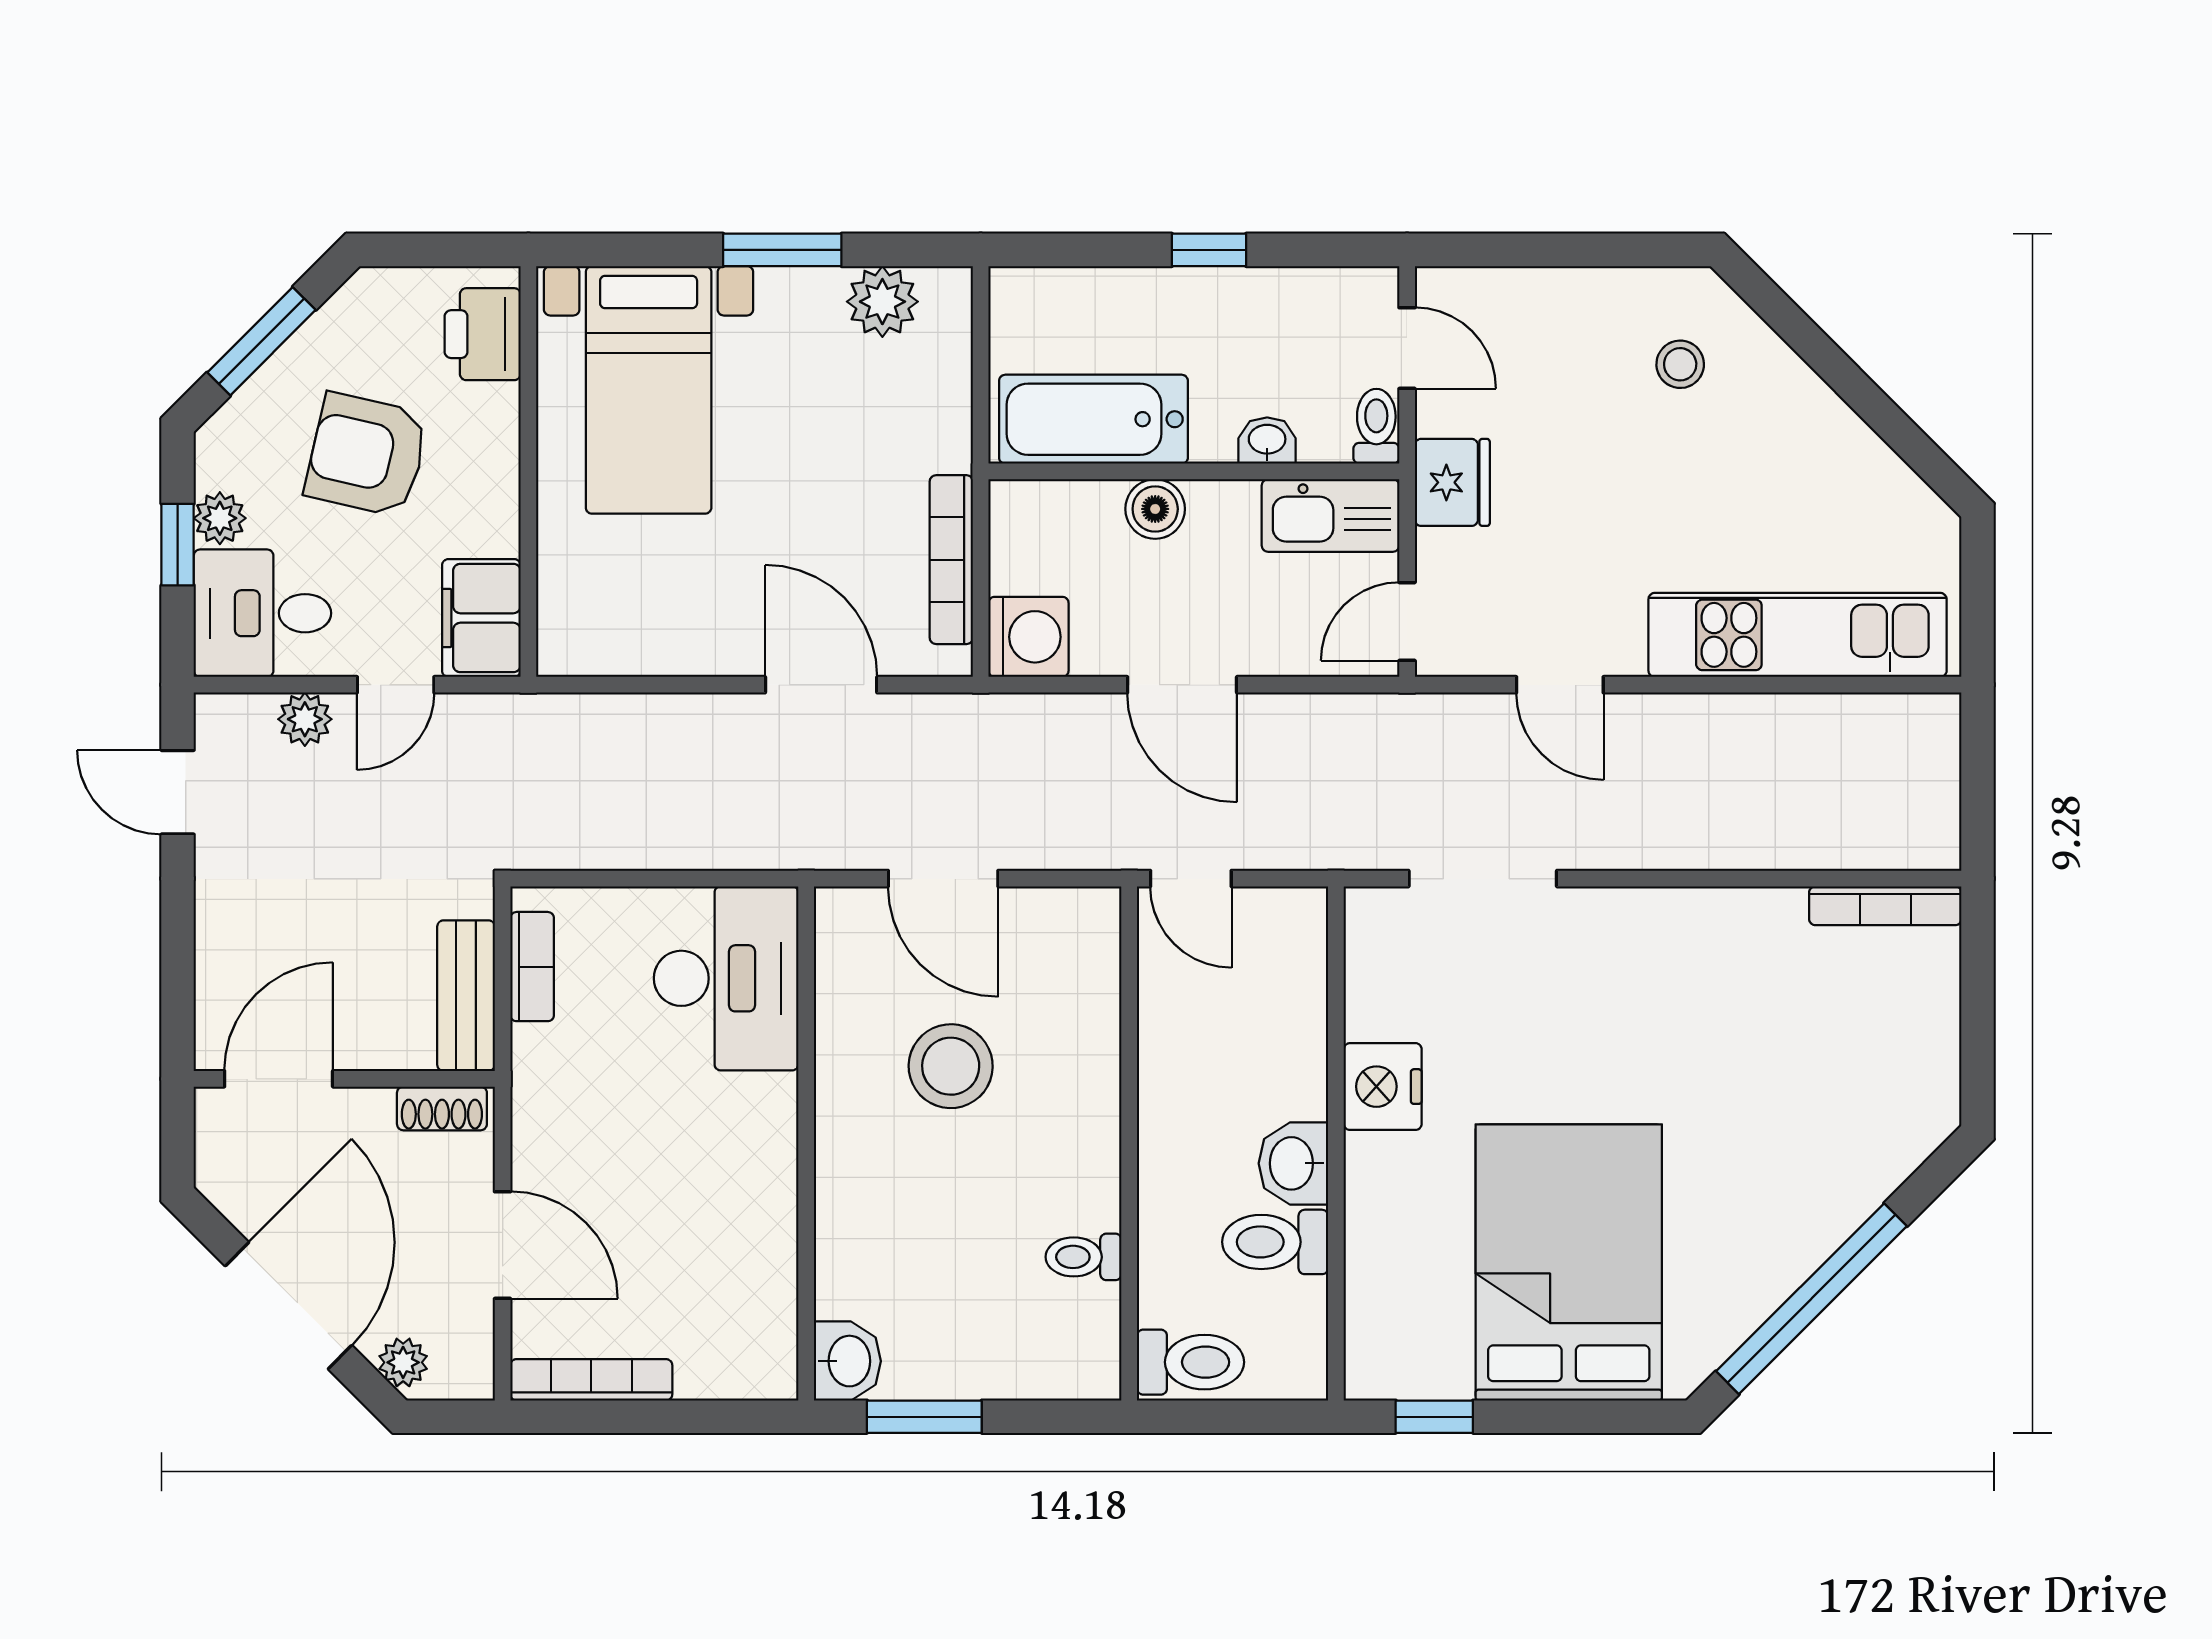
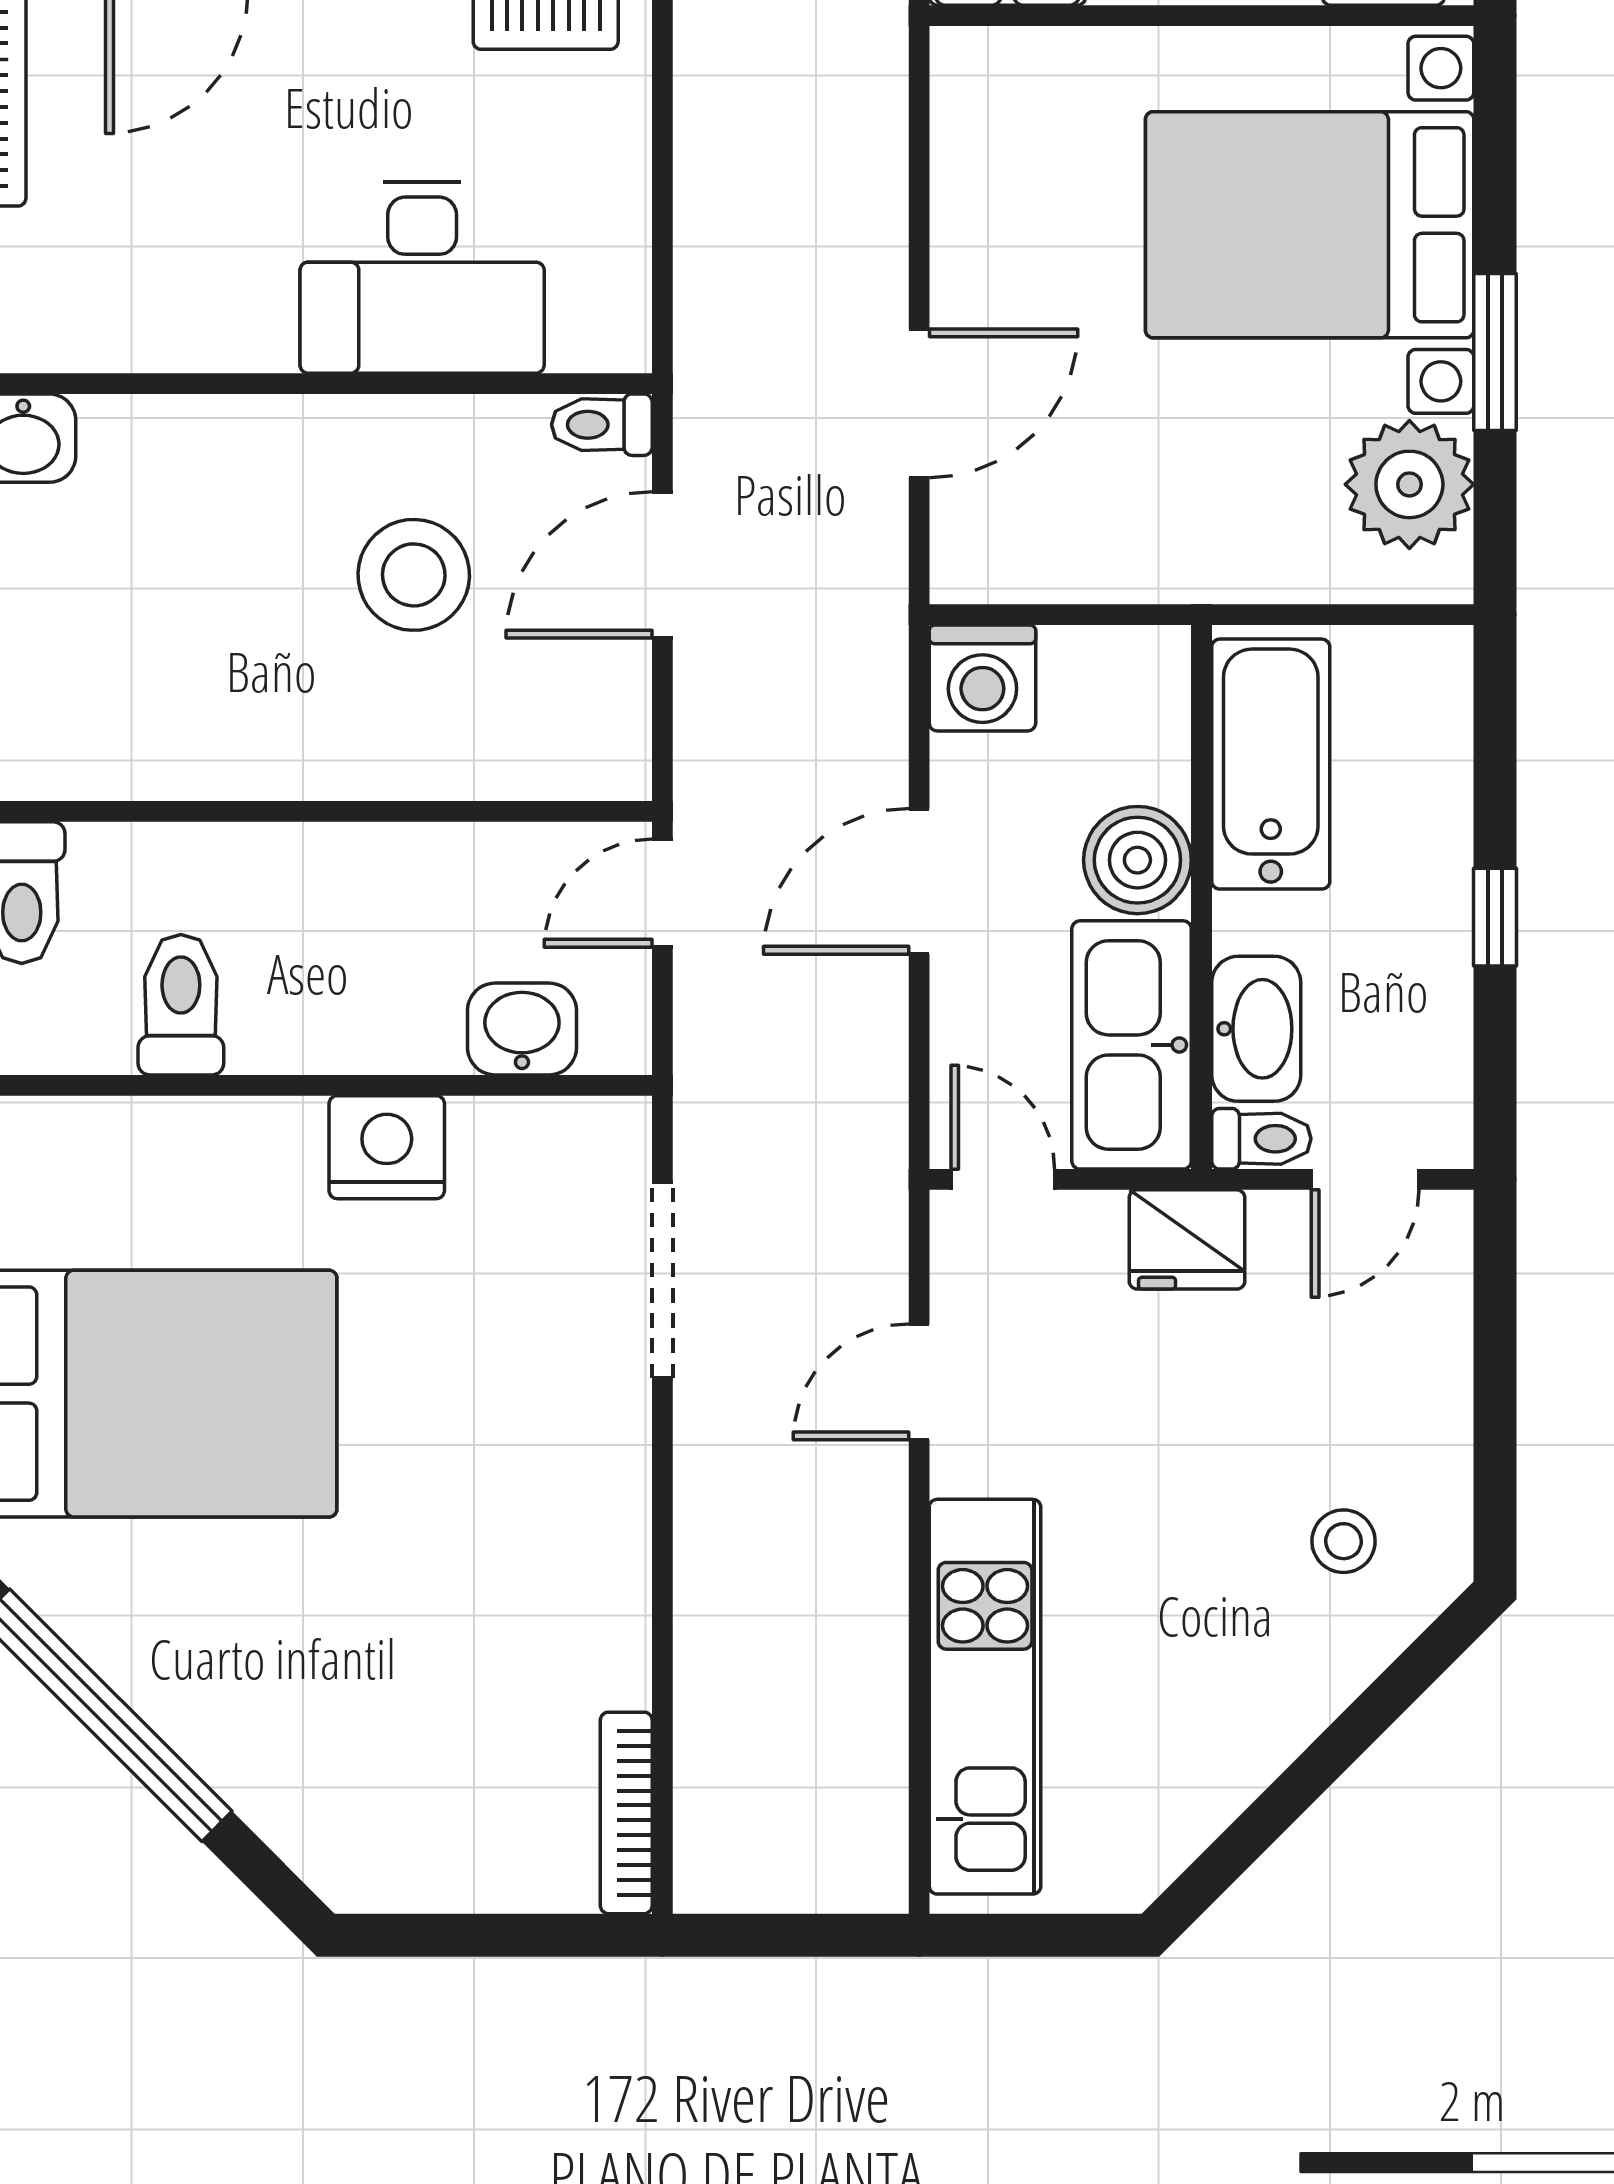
plant: (882, 302) -> (1409, 484), width x1.36, depth x1.36
bed with nightstands: (649, 390) -> (1310, 225), width x1.36
washbasin: (1267, 441) -> (1256, 1029), width x1.91, depth x1.45
boiler: (1155, 509) -> (1137, 860), width x1.36, depth x1.36
kitchen sink: (1331, 515) -> (1132, 1045), width x1.36, depth x1.24
bookcase: (951, 560) -> (1085, 576), removed
desk: (726, 978) -> (422, 277), moved
washbasin: (1293, 1163) -> (522, 1029), moved
toilet: (1084, 1257) -> (602, 425), moved, turned -90

